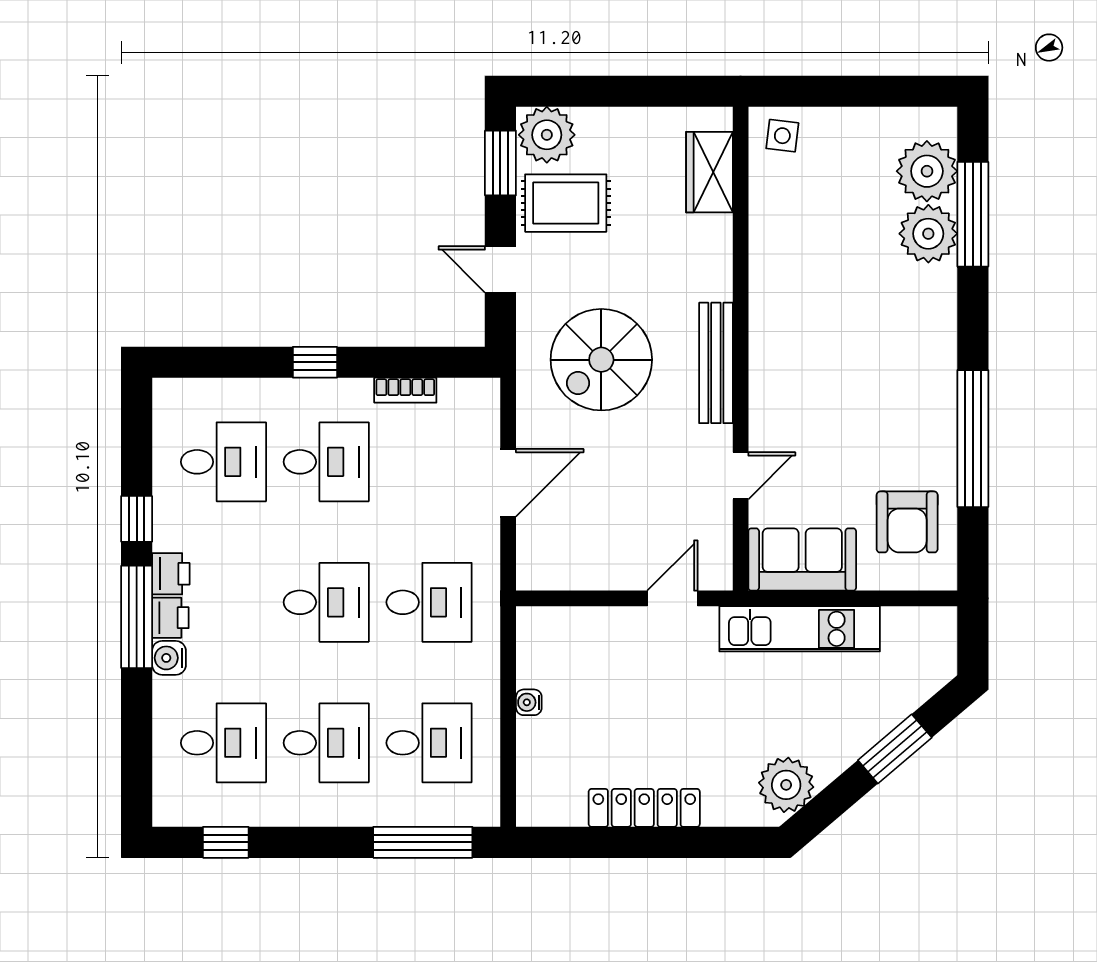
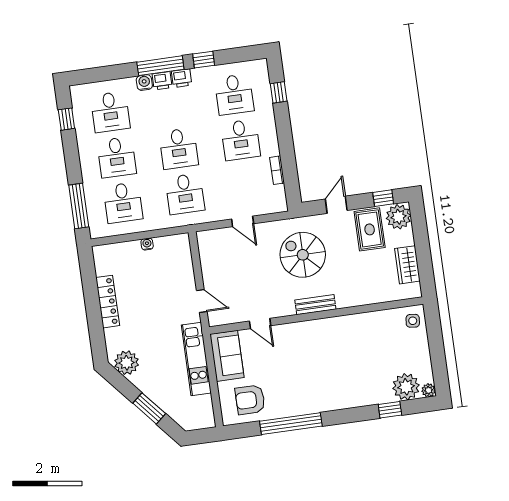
window: (500, 163) -> (383, 198), width x0.67
wardrobe: (709, 172) -> (407, 265), moved, turned -90
window: (973, 214) -> (390, 410), width x0.46
plant: (928, 234) -> (429, 390), moved, width x0.53, depth x0.53
window: (315, 362) -> (279, 92), moved
bench: (716, 363) -> (315, 305), width x0.73
door: (508, 483) -> (243, 221), width x0.73

